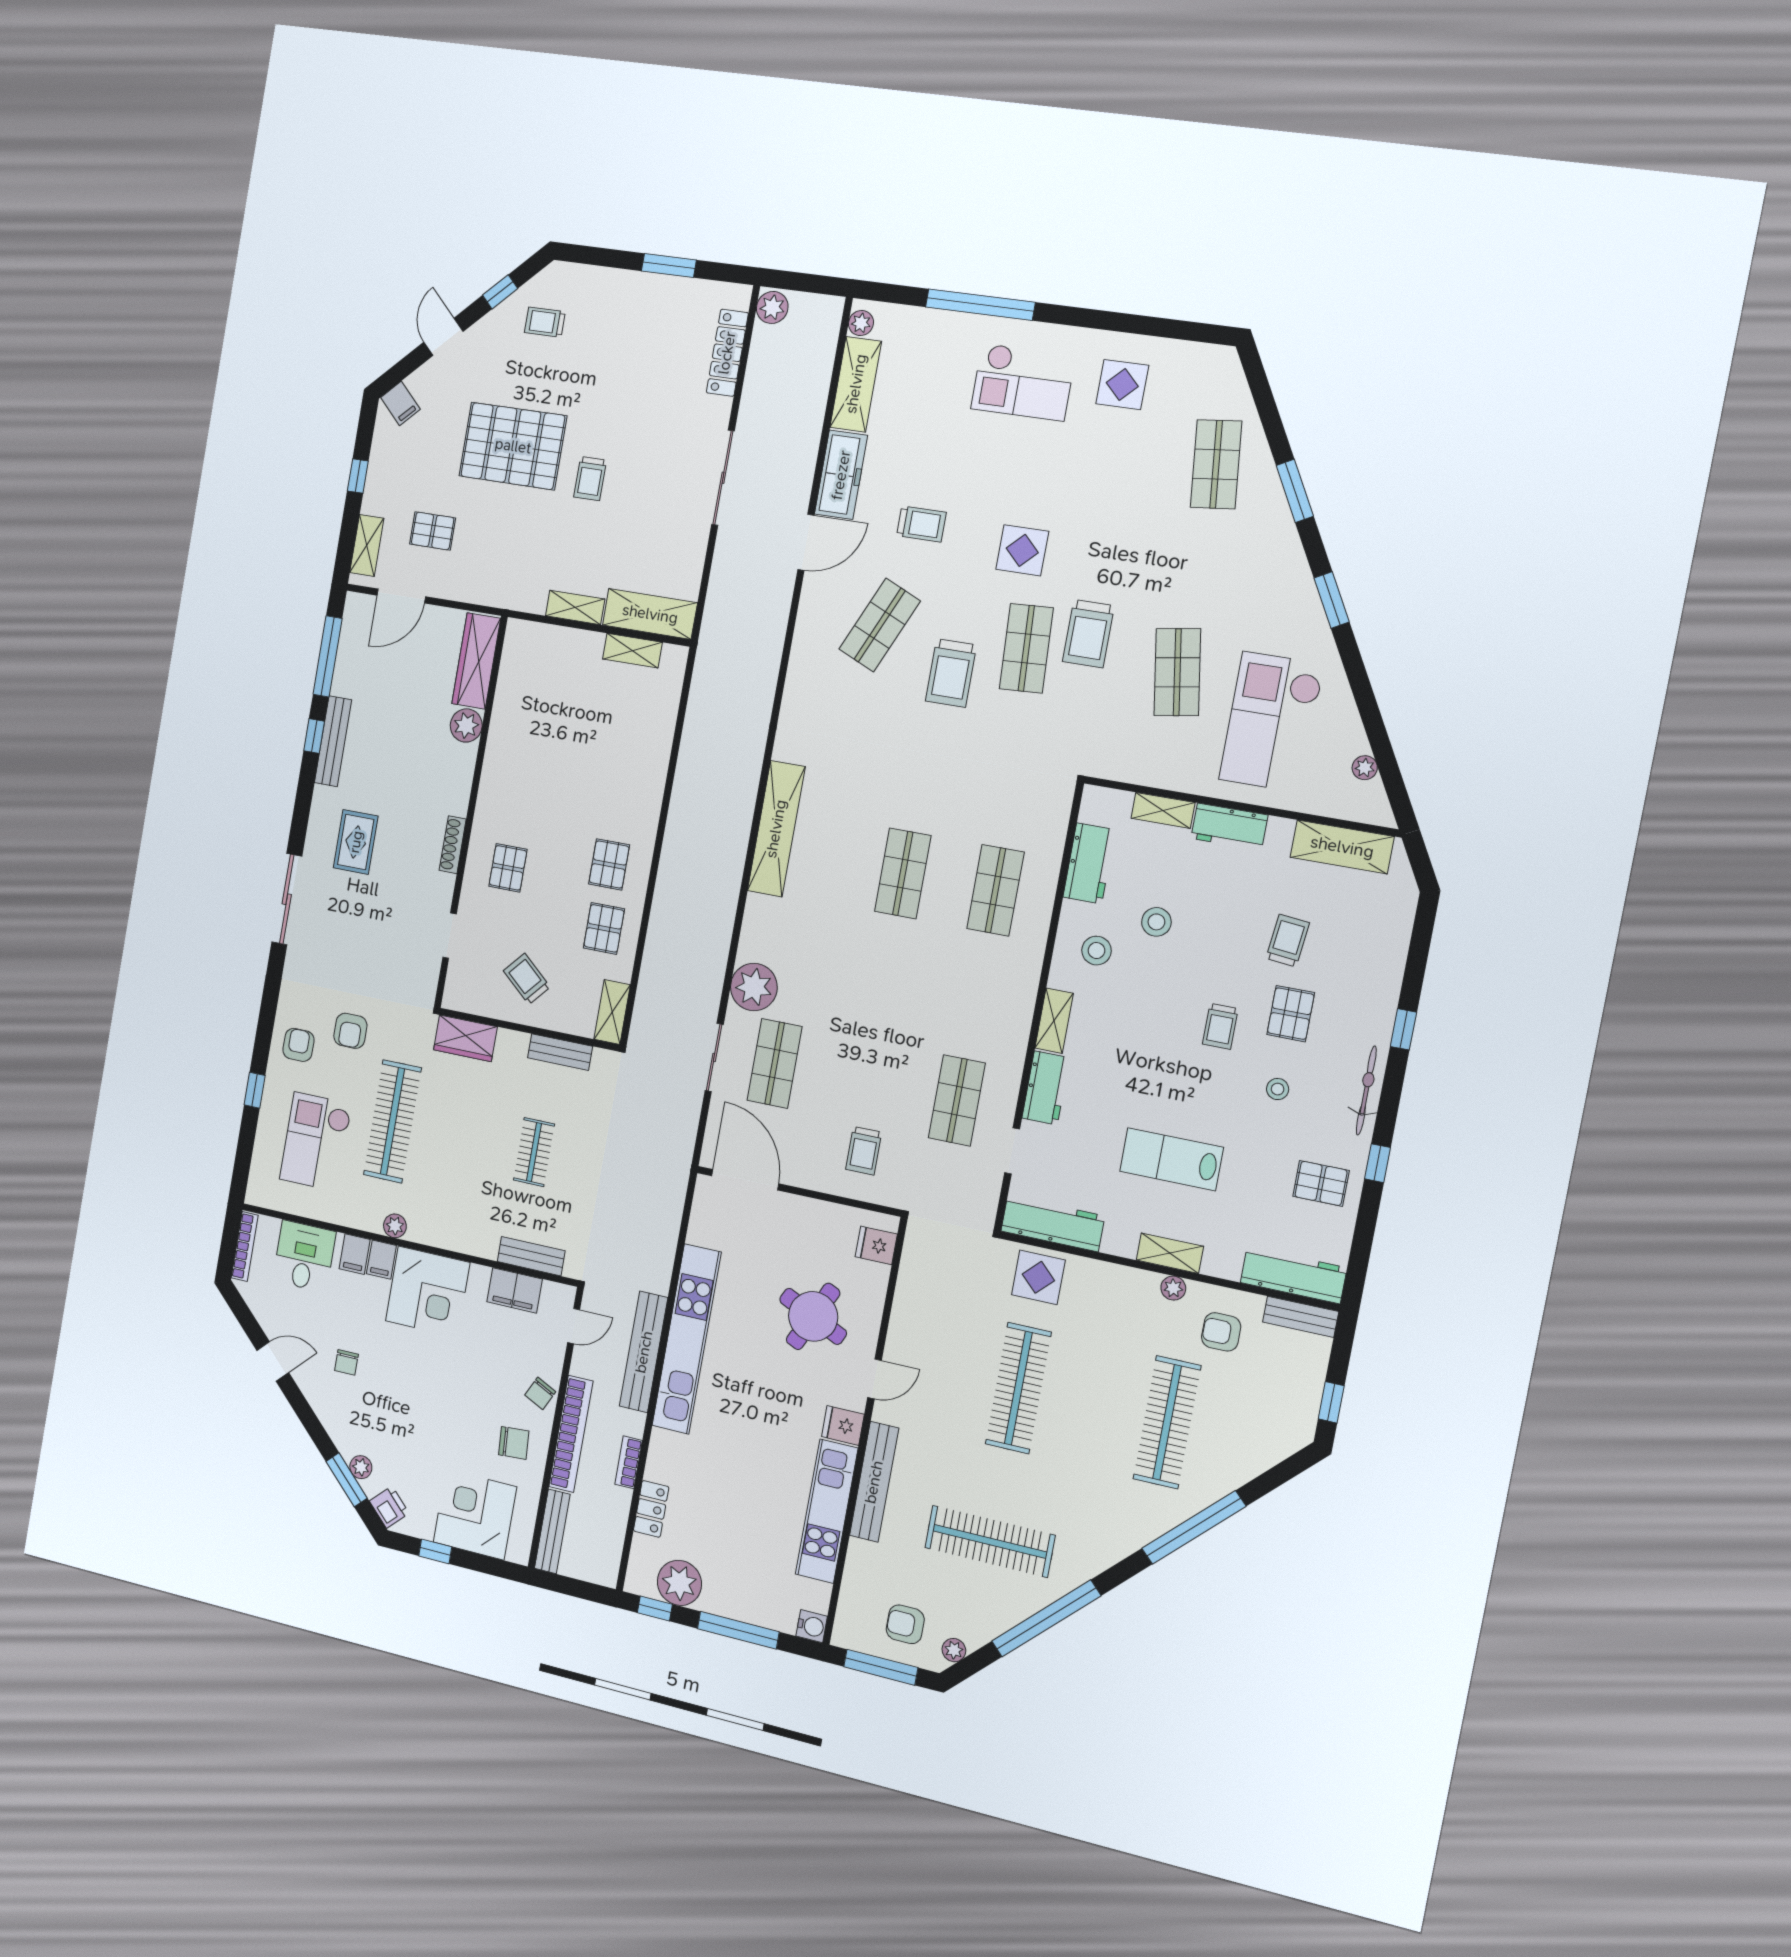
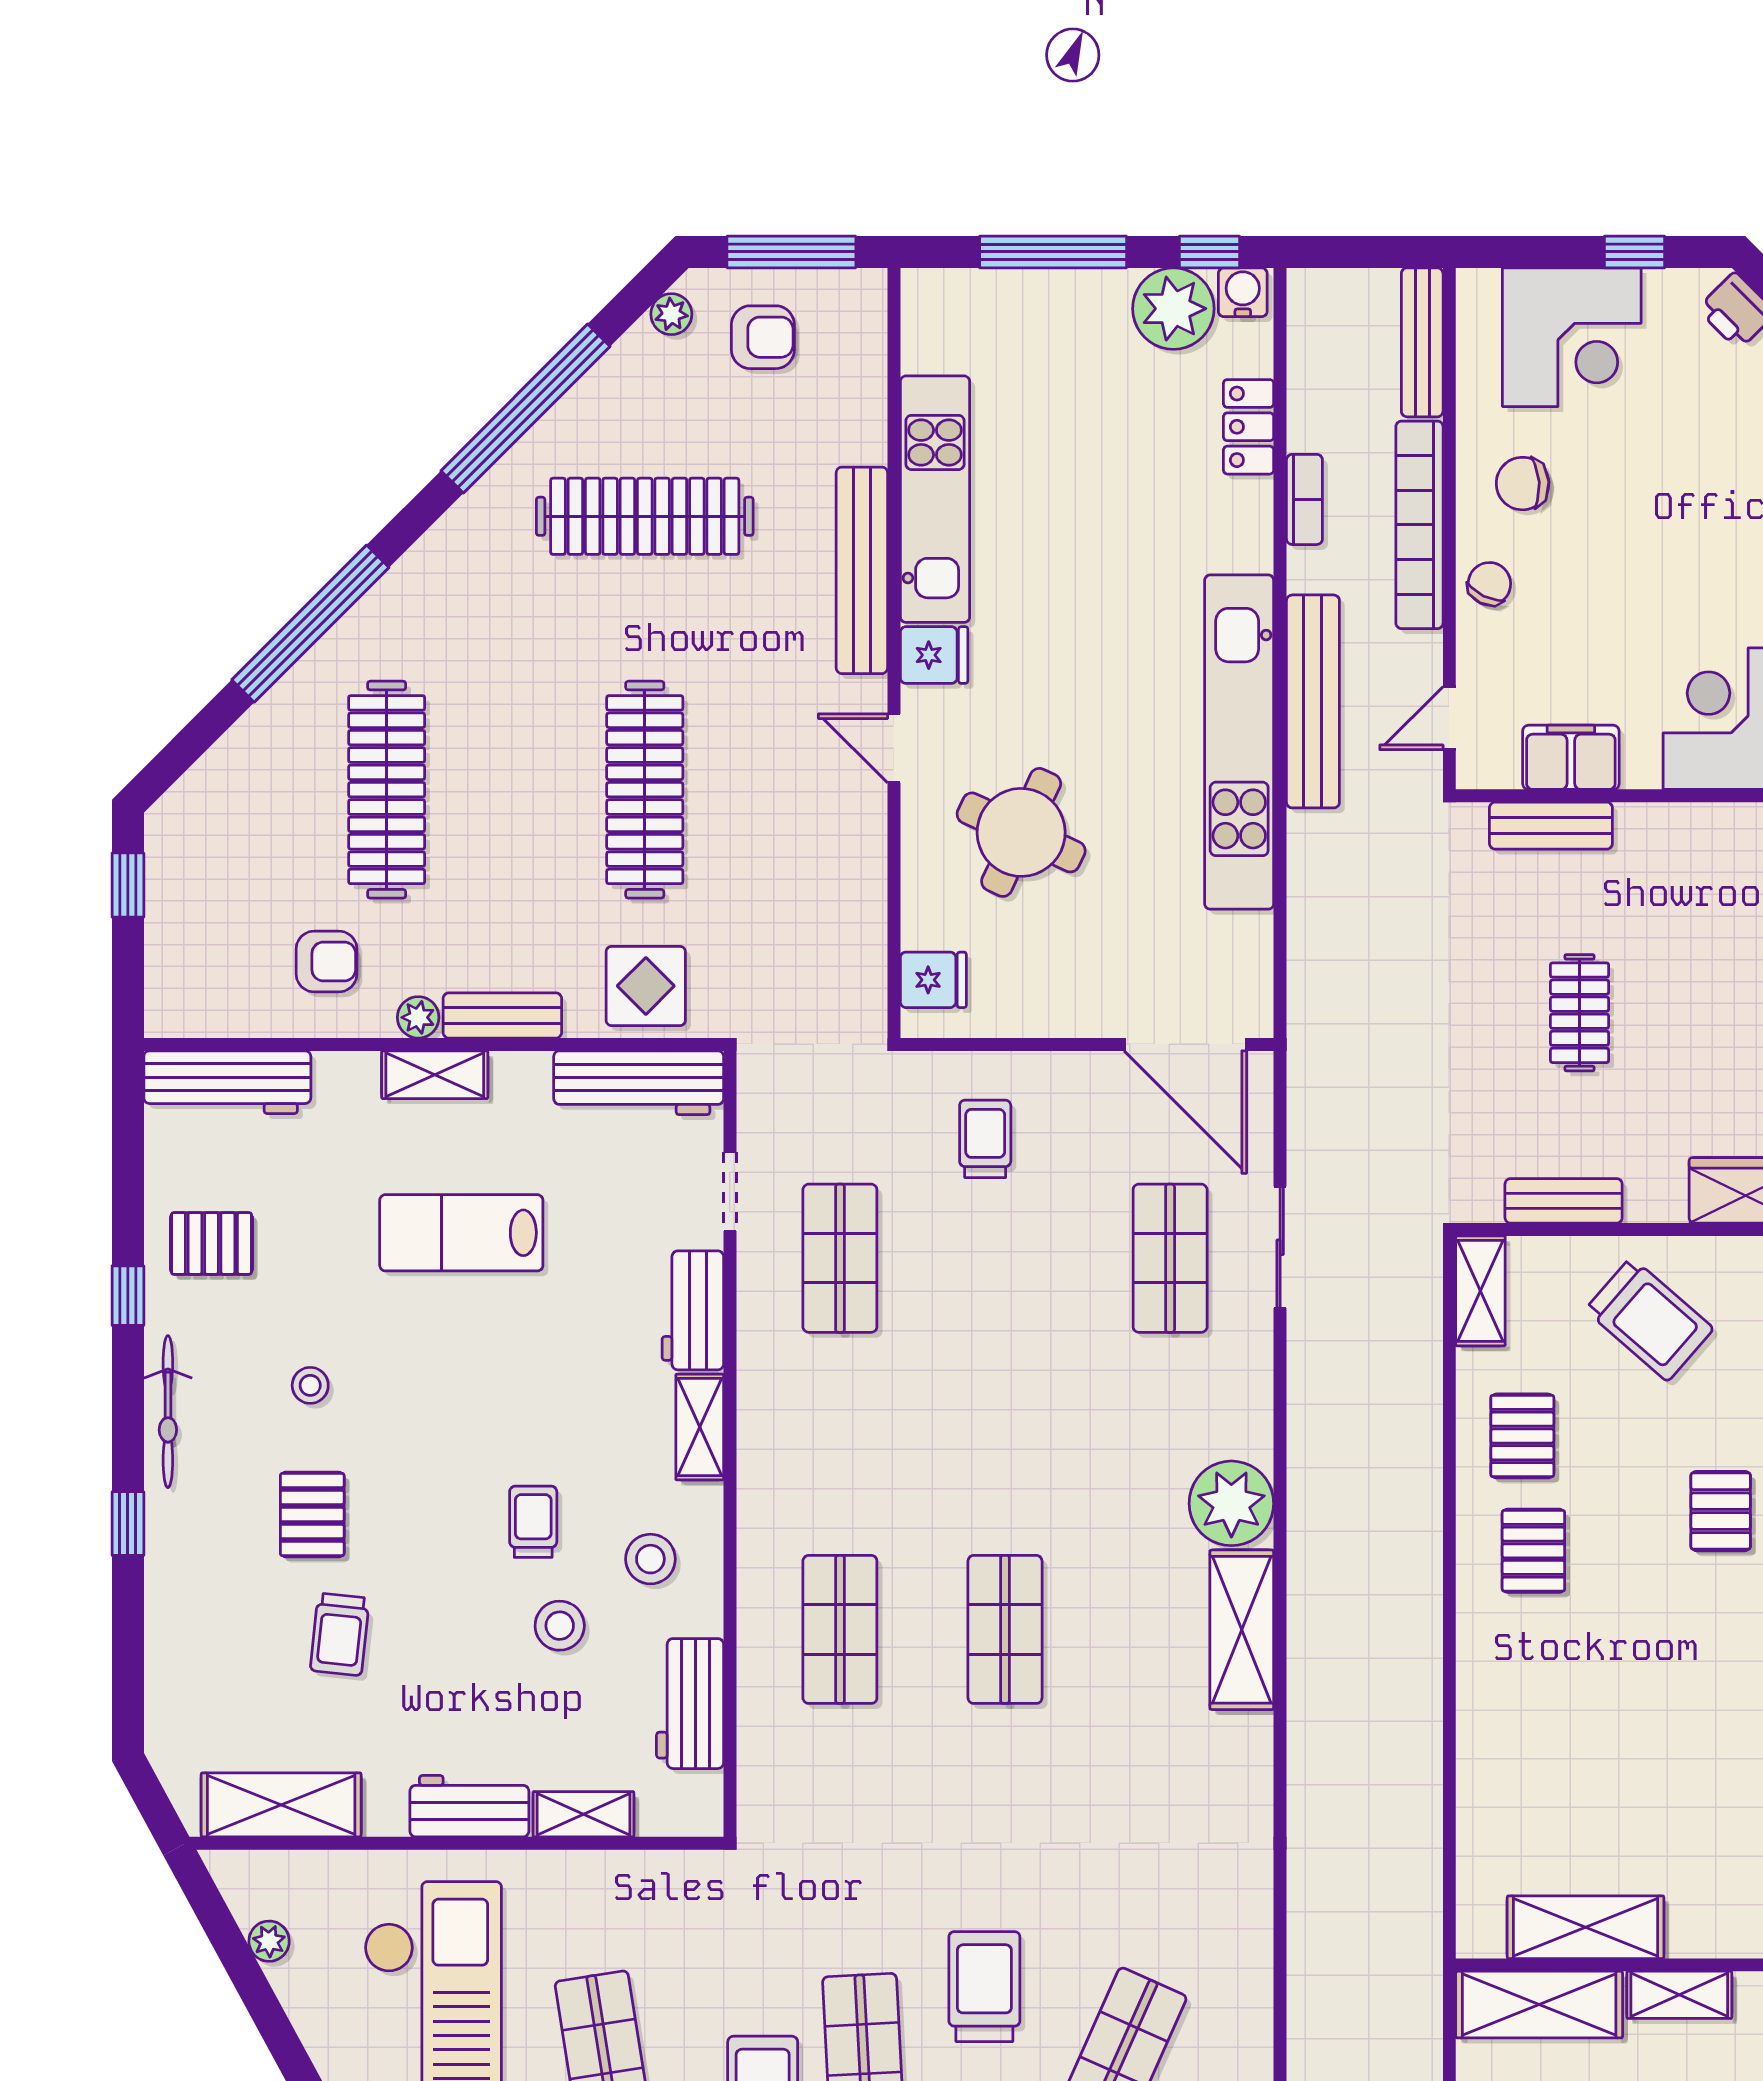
shelving: (632, 651) -> (1586, 1927), width x1.50, depth x1.33
shelving: (776, 829) -> (1242, 1630), width x0.68
trolley: (527, 979) -> (1649, 1319), width x1.36, depth x1.39
plant: (754, 987) -> (1231, 1503), moved
trolley: (1220, 1026) -> (533, 1522), moved
lab bench: (1171, 1159) -> (461, 1233), turned 180
bench: (1301, 1317) -> (502, 1015), moved
door: (875, 1379) -> (894, 748), hinge flipped
water cooler: (812, 1626) -> (1243, 292), moved, turned 90

